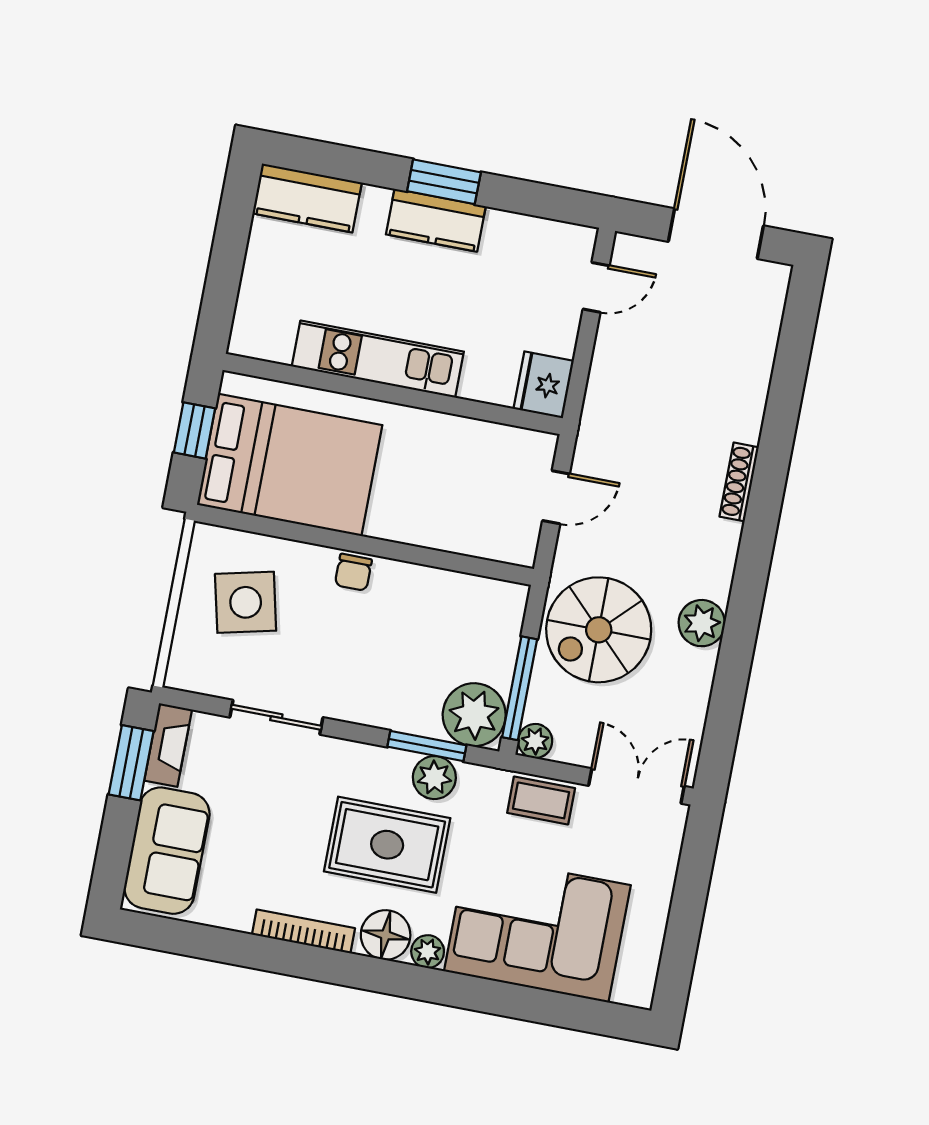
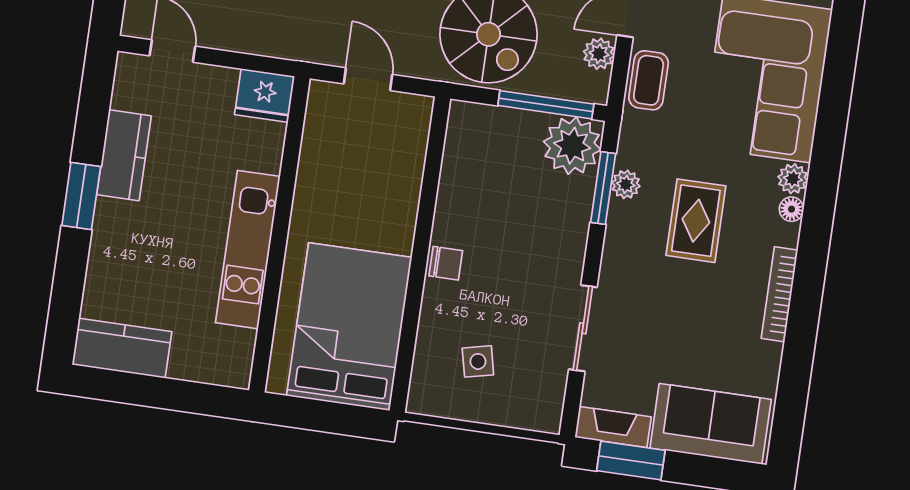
kitchen counter: (307, 198) -> (122, 348), moved, turned -90
kitchen counter: (436, 220) -> (124, 155), moved
window: (195, 430) -> (321, 416), removed
side table: (246, 602) -> (478, 361), width x0.54, depth x0.54
plant: (535, 741) -> (599, 54), moved
plant: (434, 778) -> (626, 184), width x0.73, depth x0.73
rug: (387, 845) -> (696, 221), width x0.73, depth x0.70
floor lamp: (386, 935) -> (791, 209), width x0.53, depth x0.53

